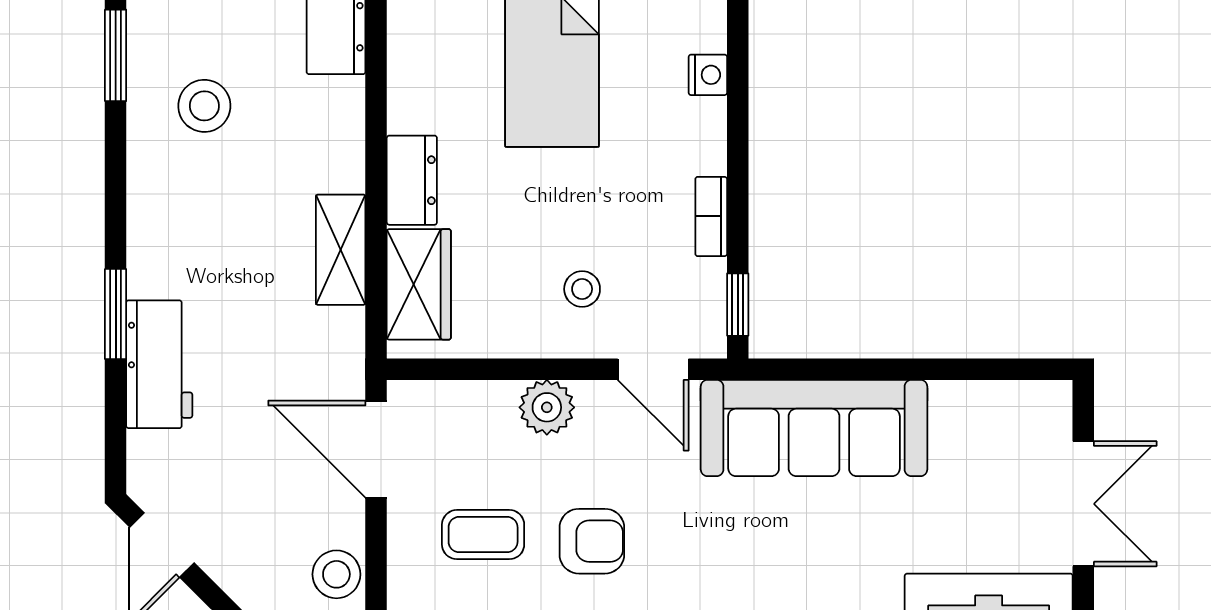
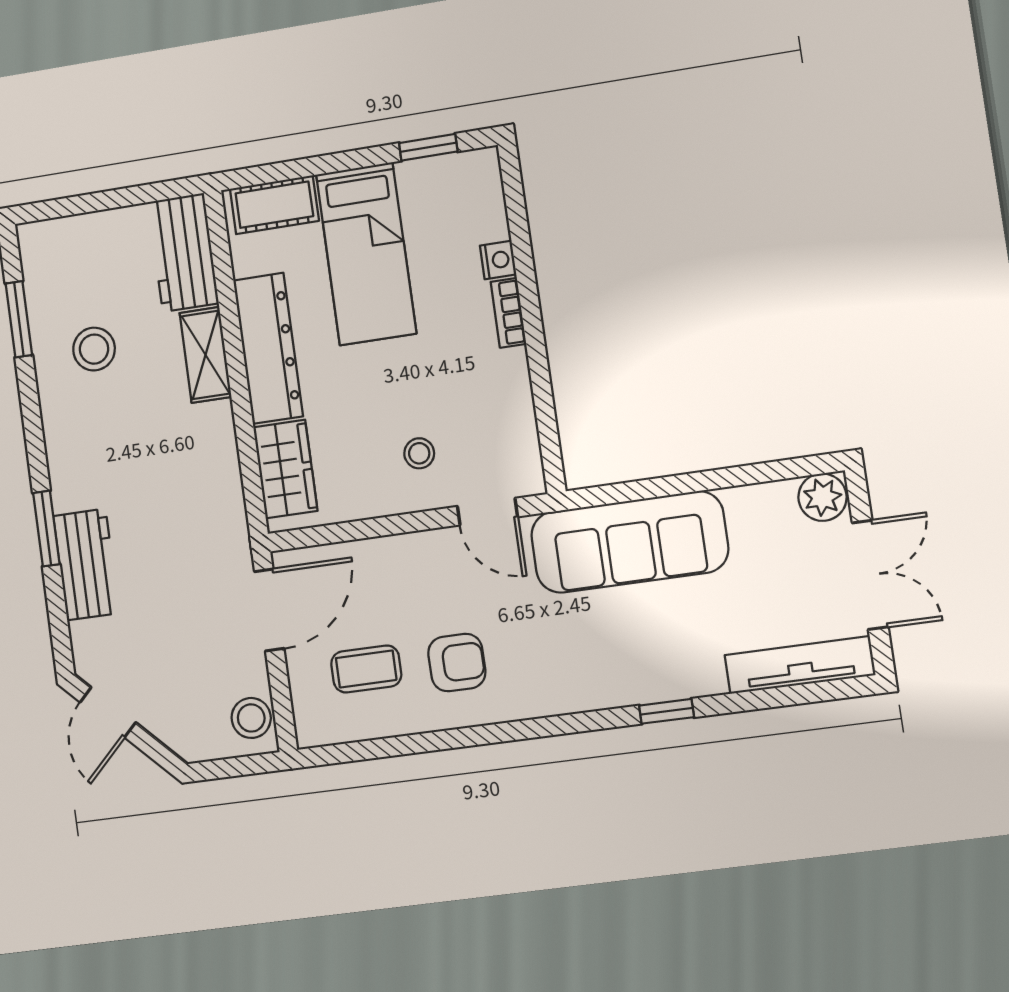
dresser: (412, 180) -> (268, 348), width x1.96, depth x1.24
bookcase: (711, 216) -> (508, 313), moved
shelving: (341, 250) -> (205, 355), moved
window: (738, 305) -> (550, 447), removed
plant: (547, 407) -> (822, 497), moved
door: (376, 449) -> (269, 610), swing flipped

